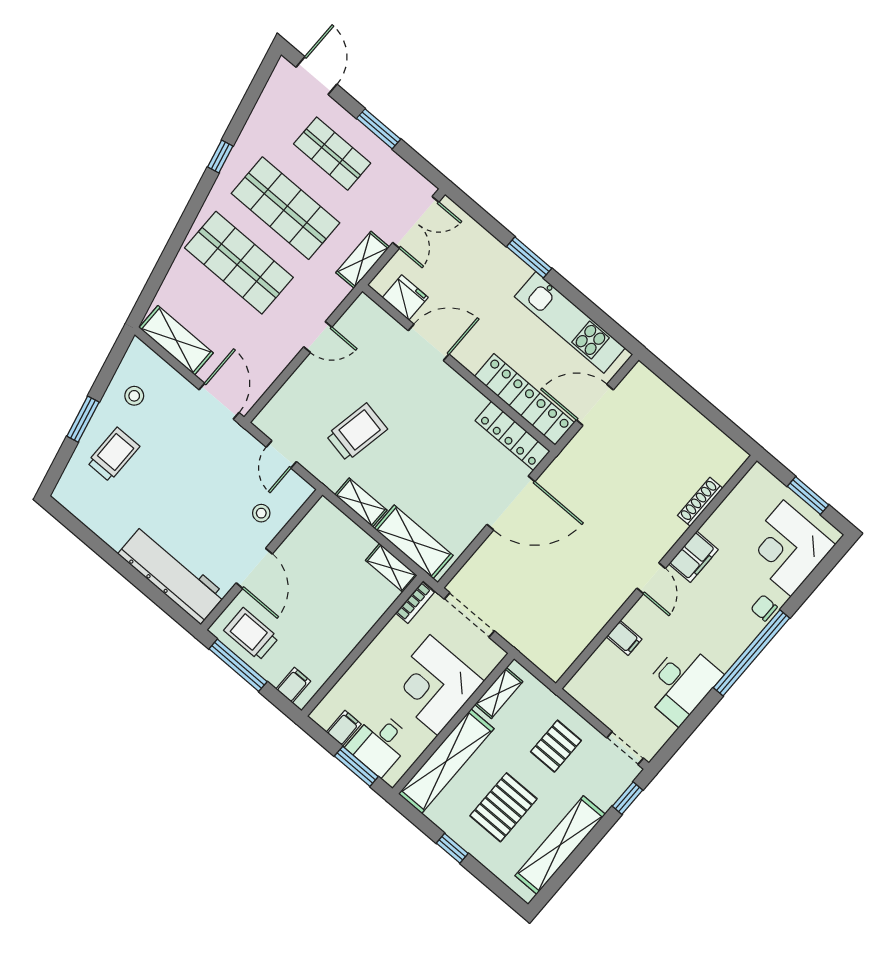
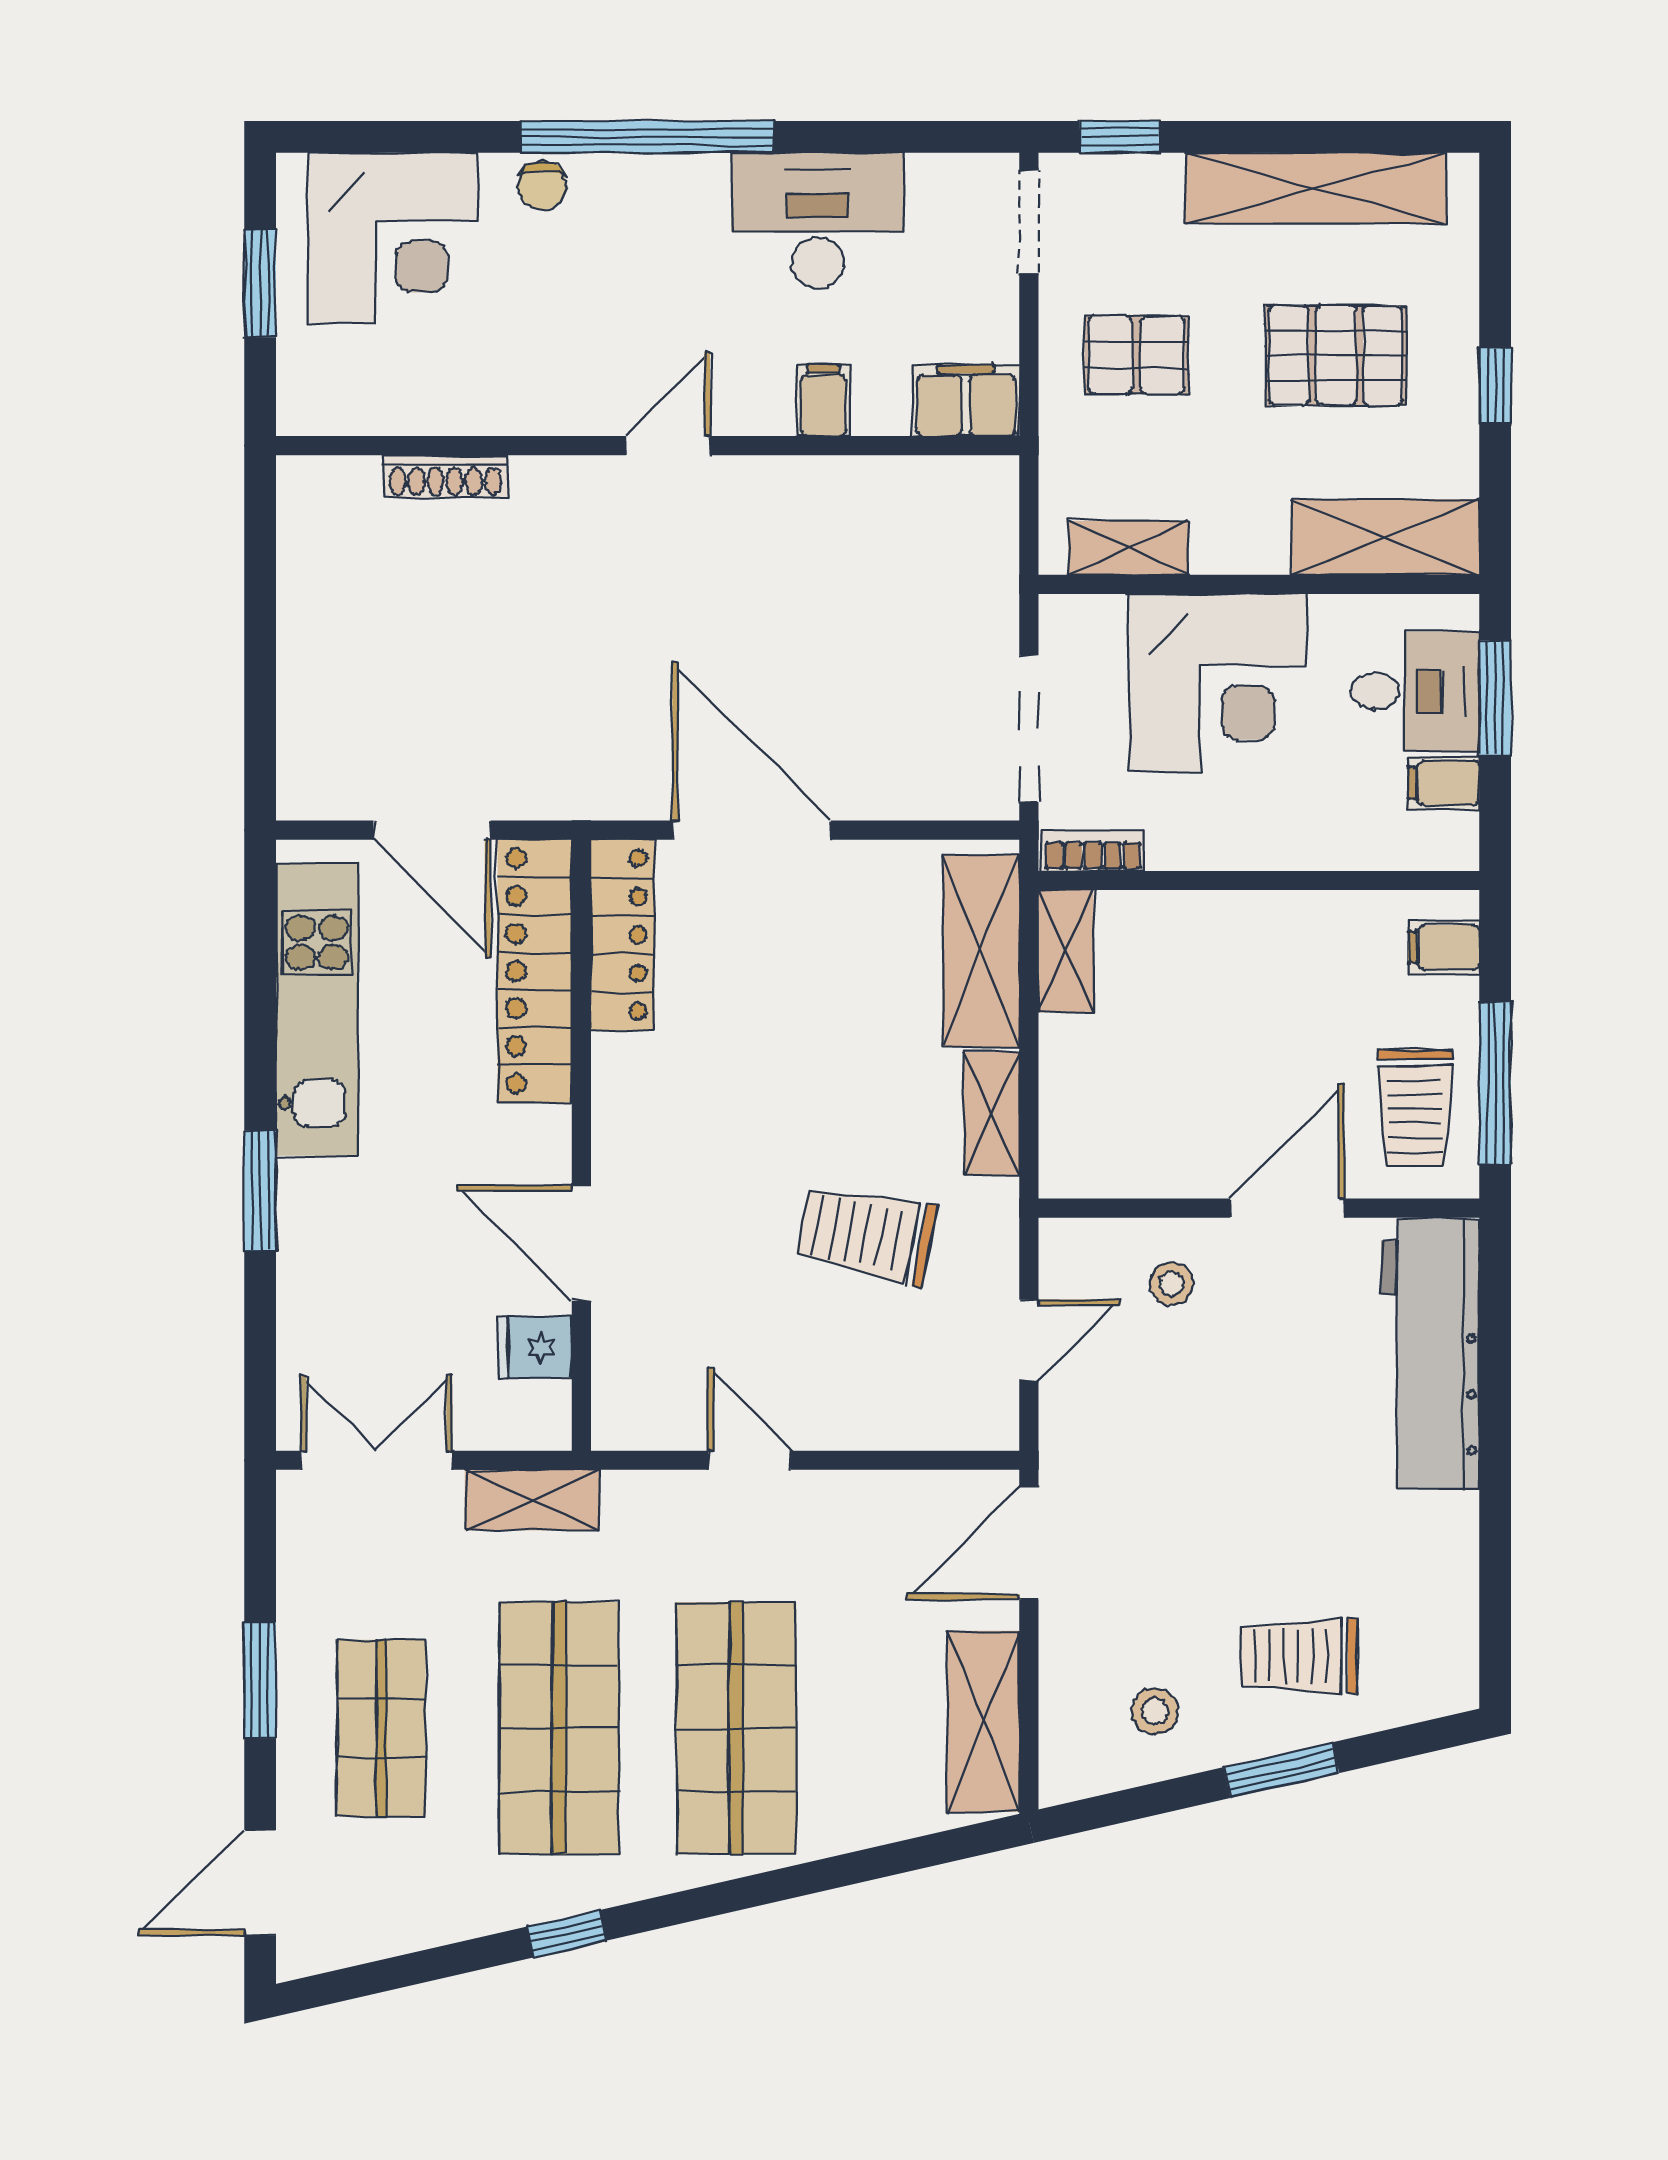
fridge: (405, 298) -> (535, 1347), width x0.72
filing cabinet: (693, 557) -> (966, 401), moved
shelving: (446, 761) -> (1385, 537), width x0.68

